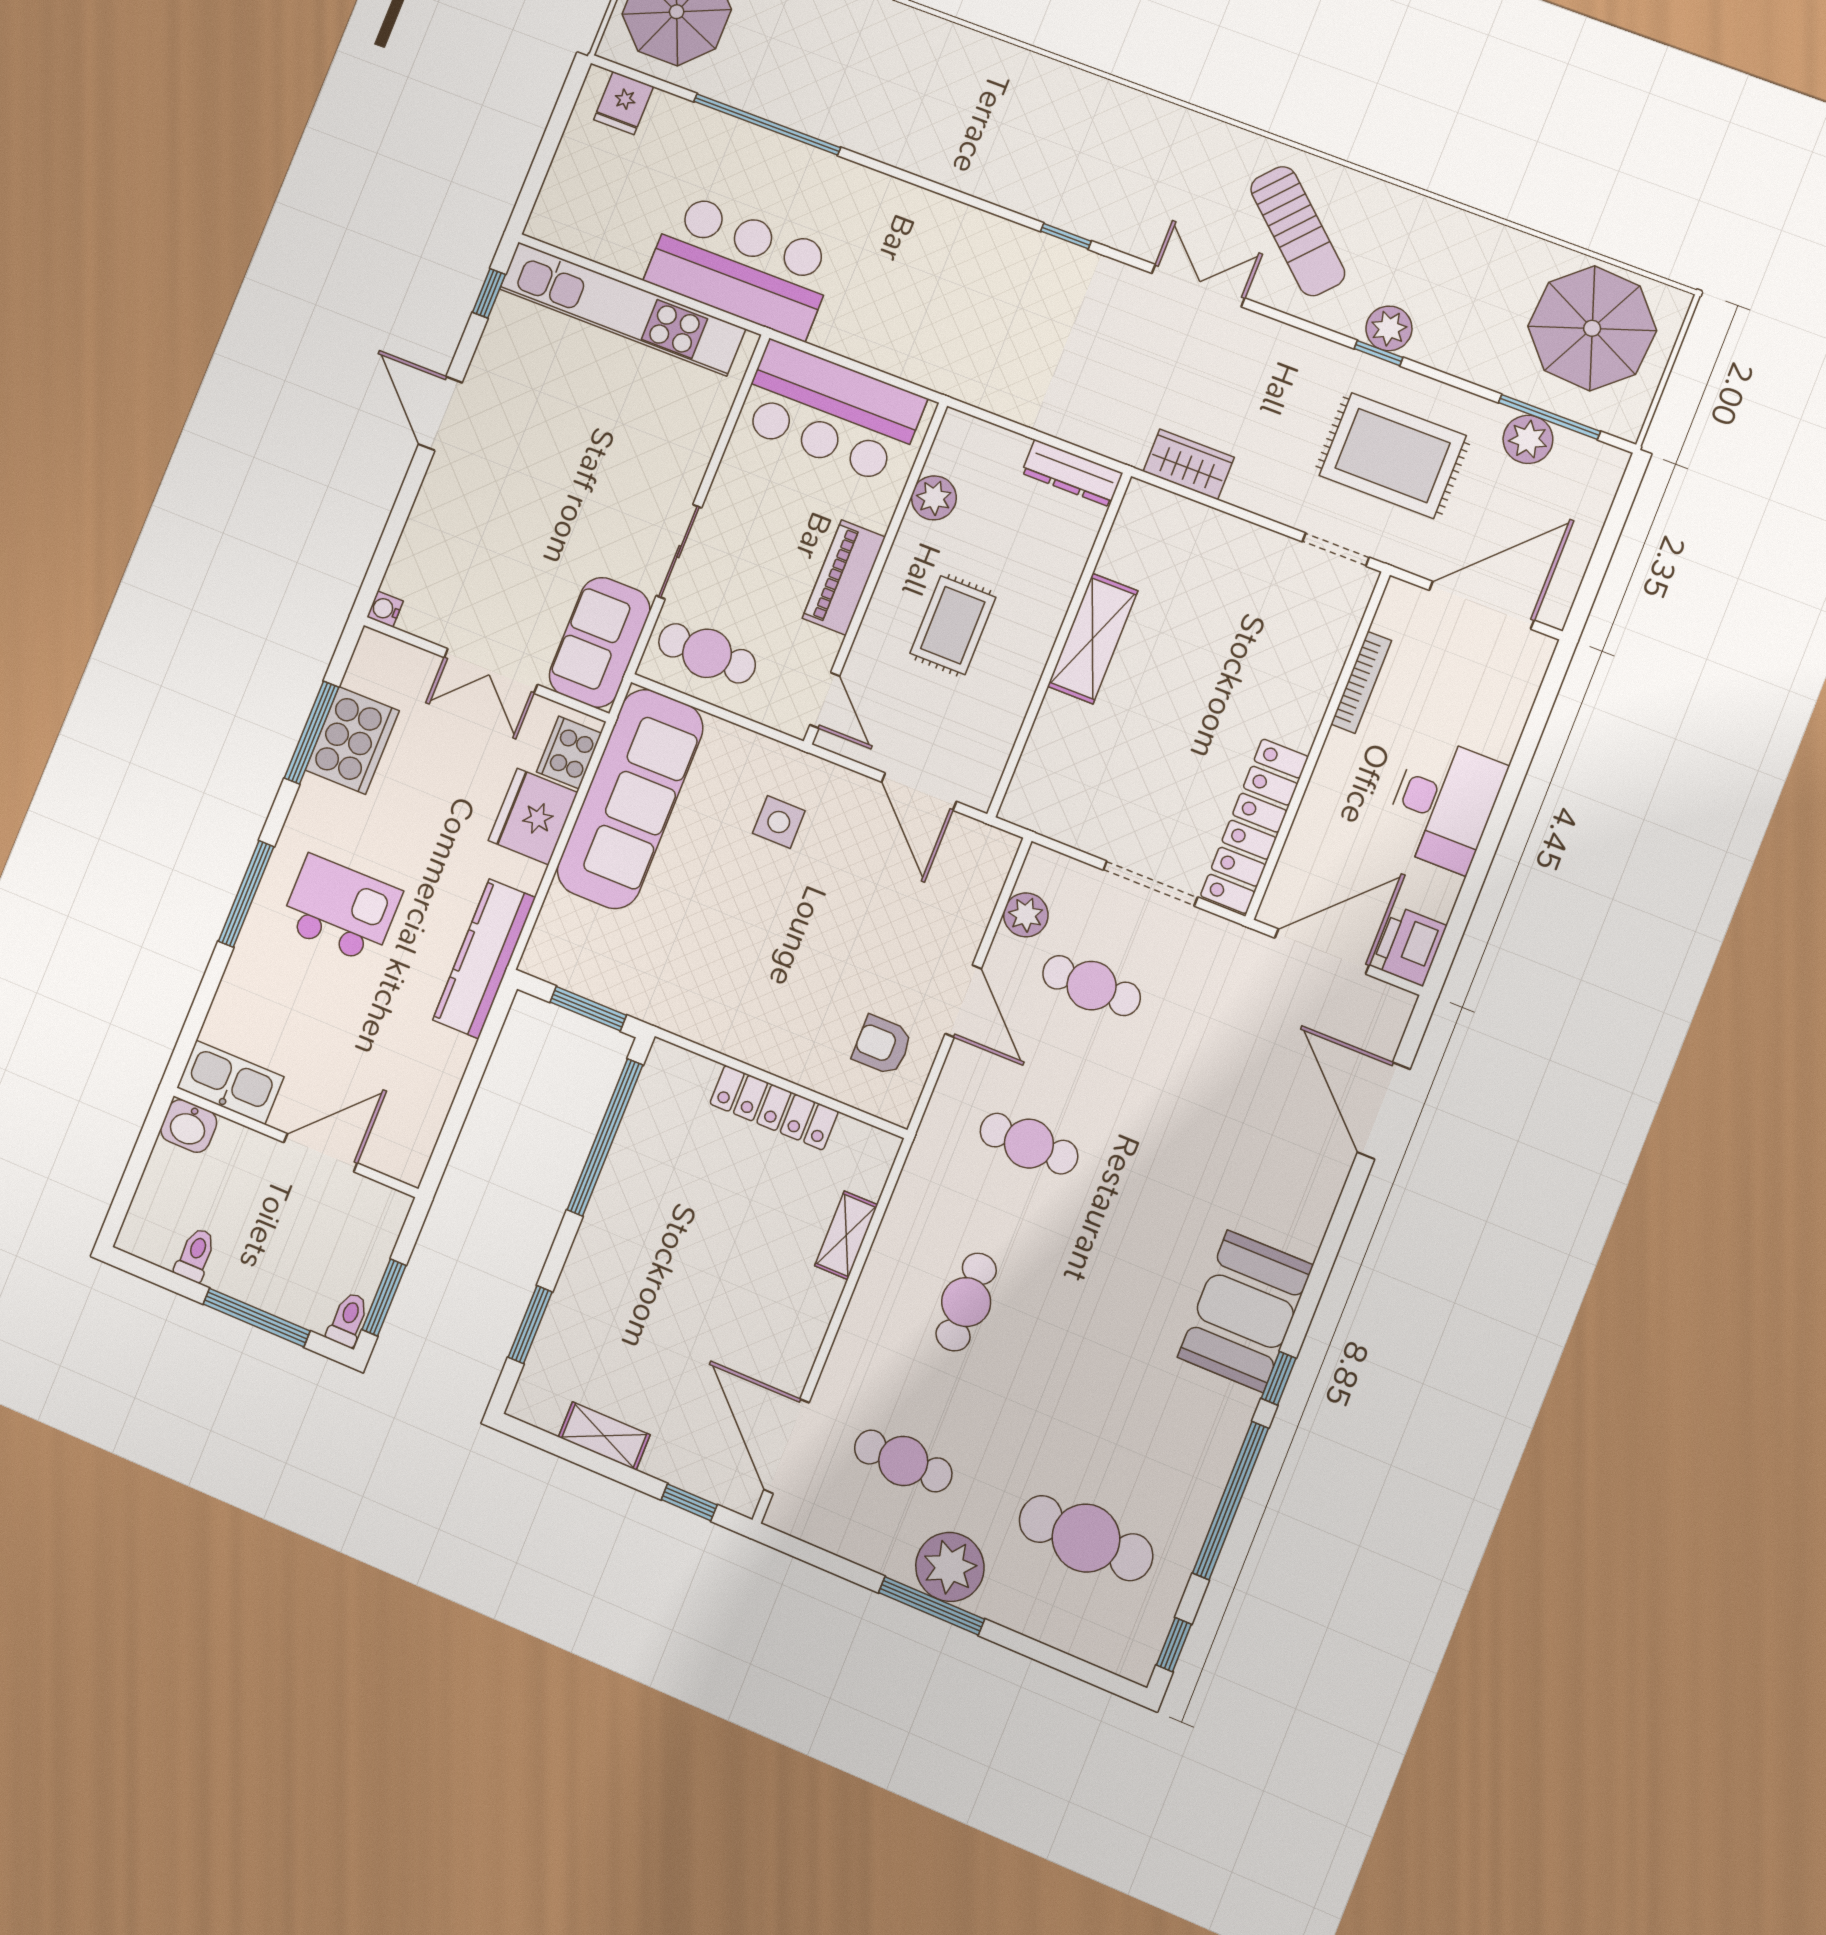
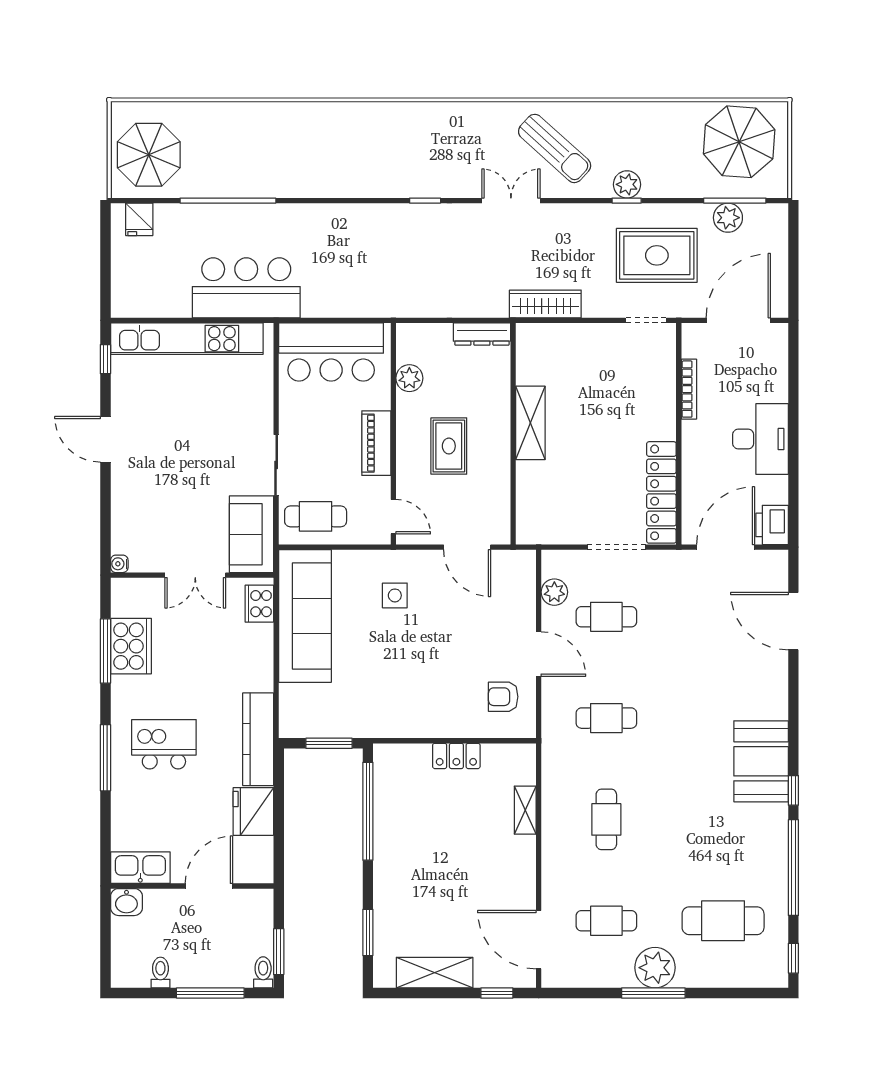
wardrobe: (1189, 464) -> (545, 304), width x1.50
fridge: (533, 817) -> (253, 811), moved
locker: (774, 1108) -> (456, 756), width x0.66
shelving: (604, 1436) -> (435, 973), width x1.50, depth x1.33

